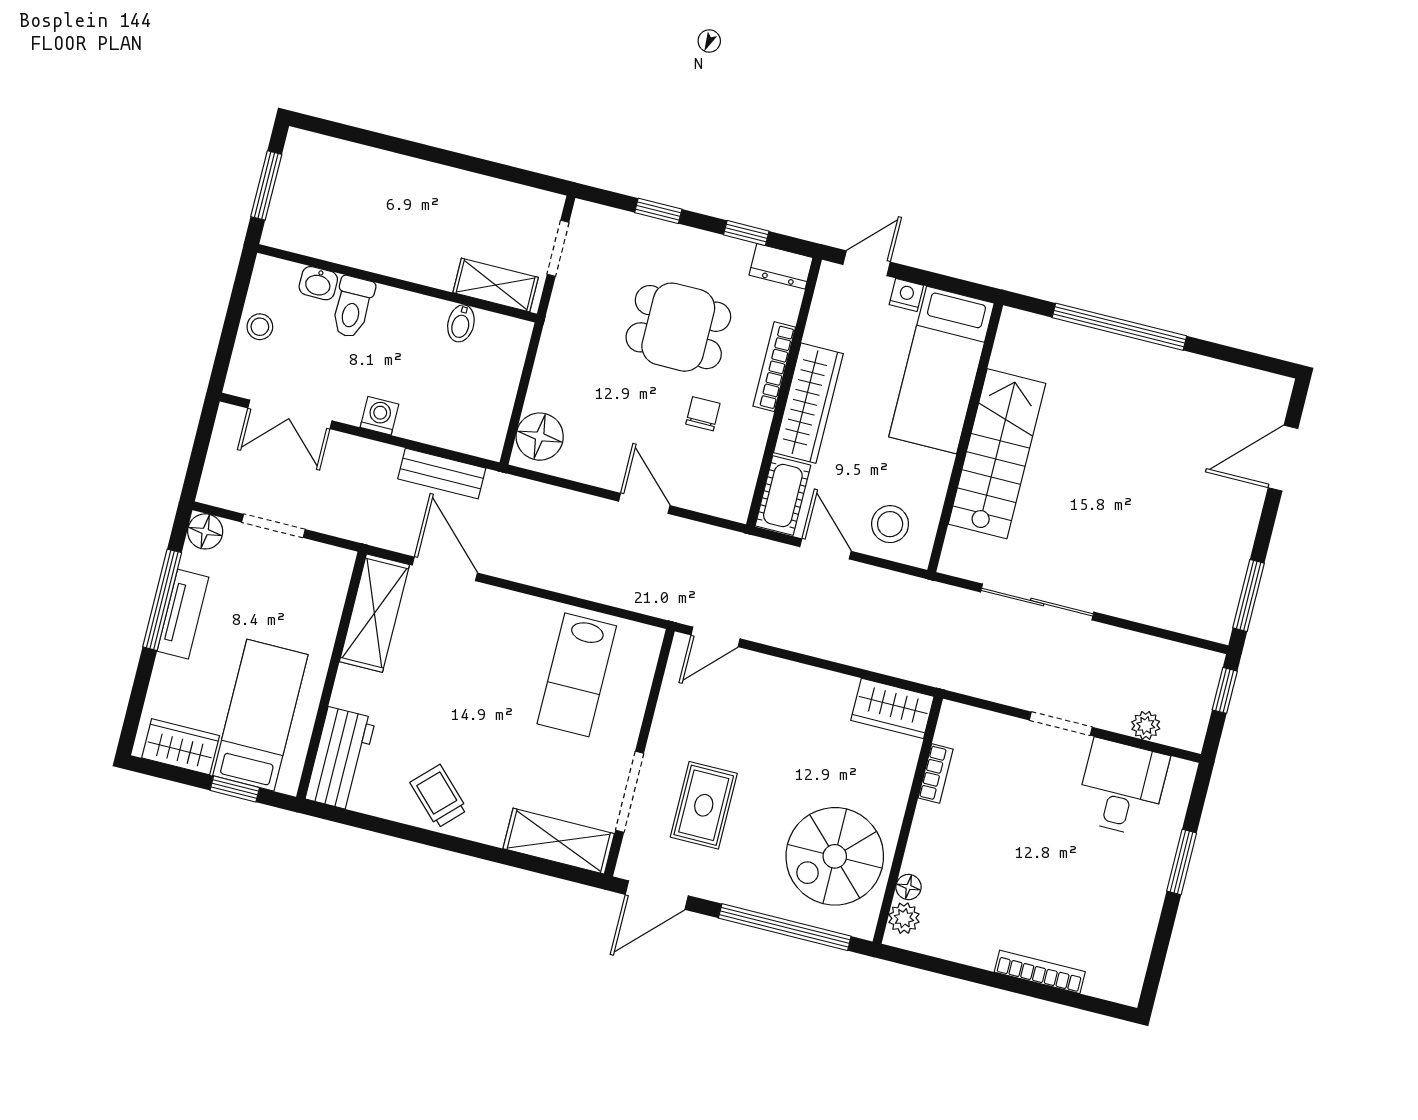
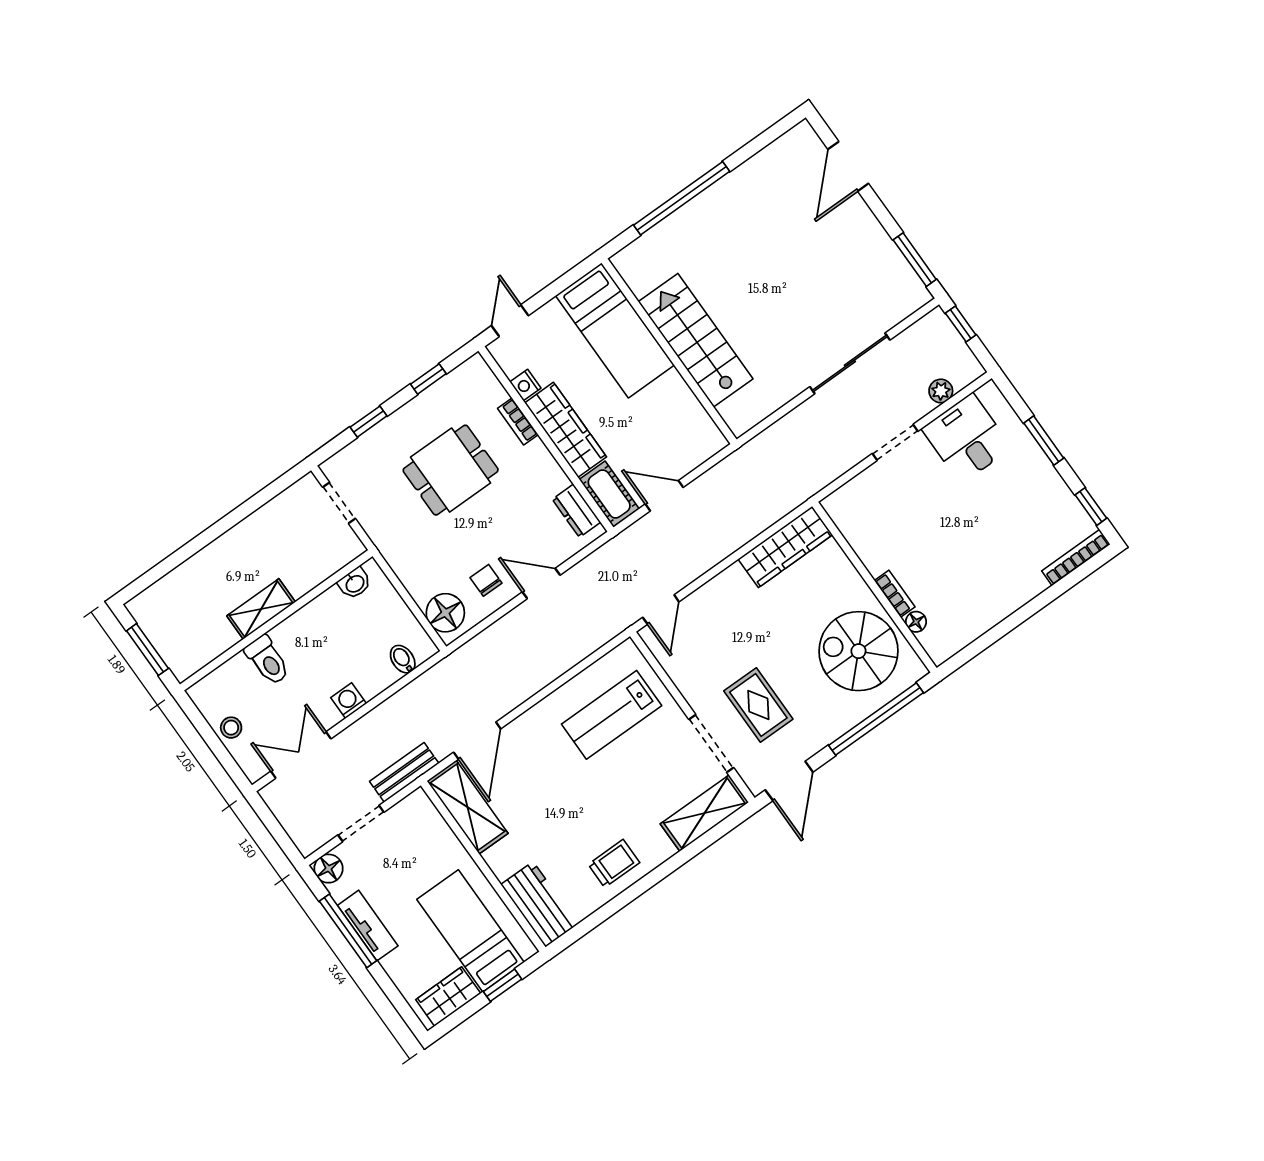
dresser: (781, 266) -> (576, 511), moved, turned 90
washbasin: (318, 283) -> (355, 583), moved
shelving: (496, 285) -> (261, 609), moved
nightstand: (906, 295) -> (525, 385), moved, turned -90
bidet: (461, 323) -> (403, 659), moved, turned 180
bookcase: (774, 367) -> (518, 421), width x0.64
double door: (290, 414) -> (301, 755), swing flipped
chair: (703, 414) -> (486, 580), moved
bench: (442, 473) -> (404, 772), moved
stool: (890, 524) -> (683, 443), removed
door: (445, 569) -> (477, 741), swing flipped
sliding door: (1037, 602) -> (850, 363), moved
lab bench: (577, 675) -> (612, 715), turned 90
wardrobe: (892, 708) -> (785, 547), width x1.50
bookcase: (936, 773) -> (895, 594), moved
trolley: (439, 796) -> (614, 863), turned 135
spiral stairs: (835, 856) -> (858, 651), turned 90
plant: (904, 918) -> (933, 641), removed
window: (1157, 959) -> (1091, 507), added
bookcase: (1040, 972) -> (1076, 558), moved

